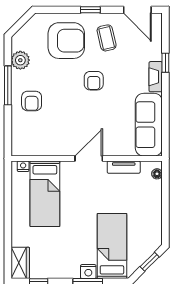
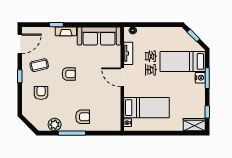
armchair: (66, 41) -> (41, 93), width x0.53, depth x0.53

